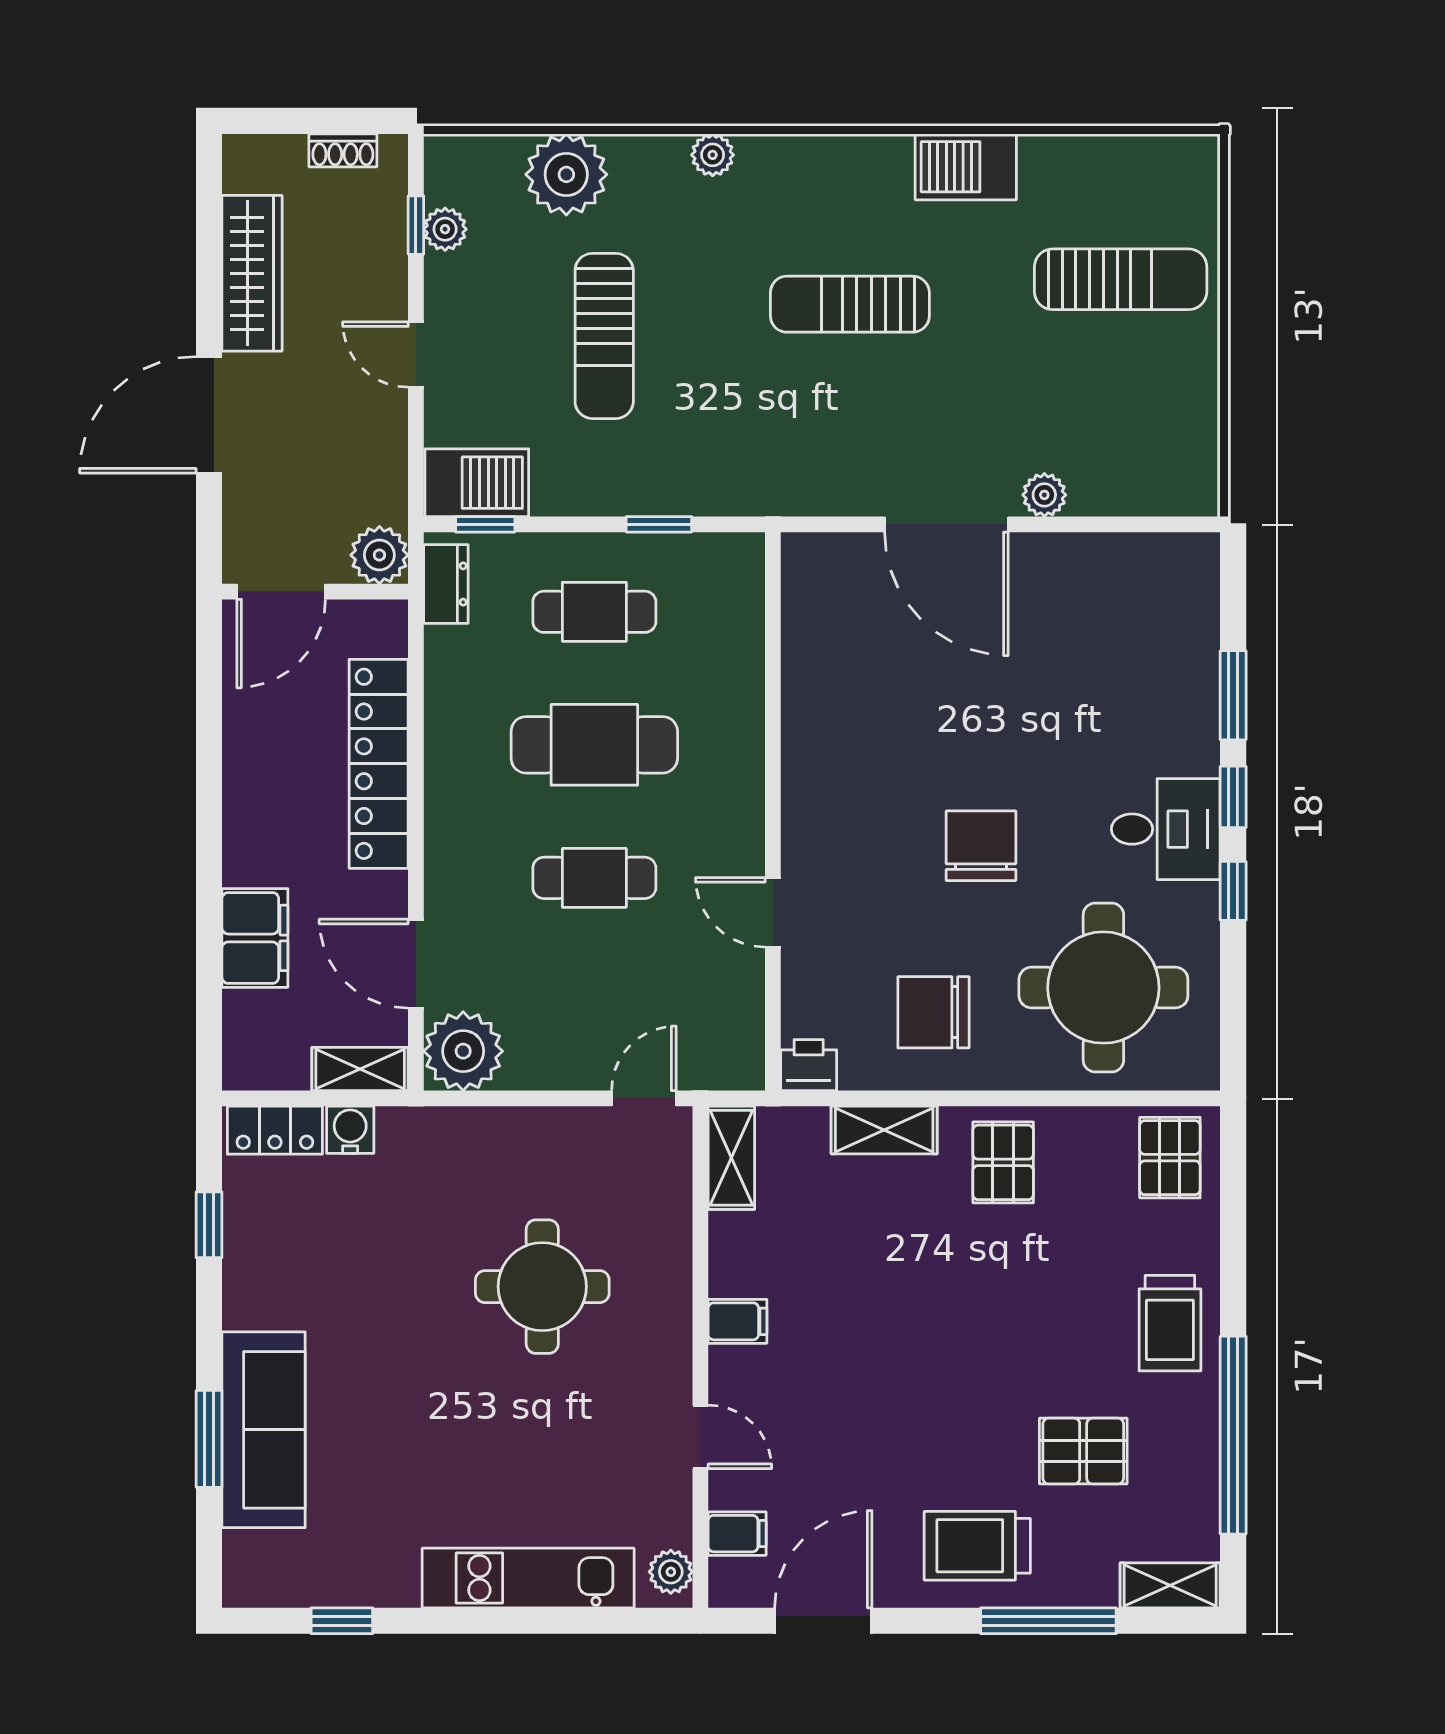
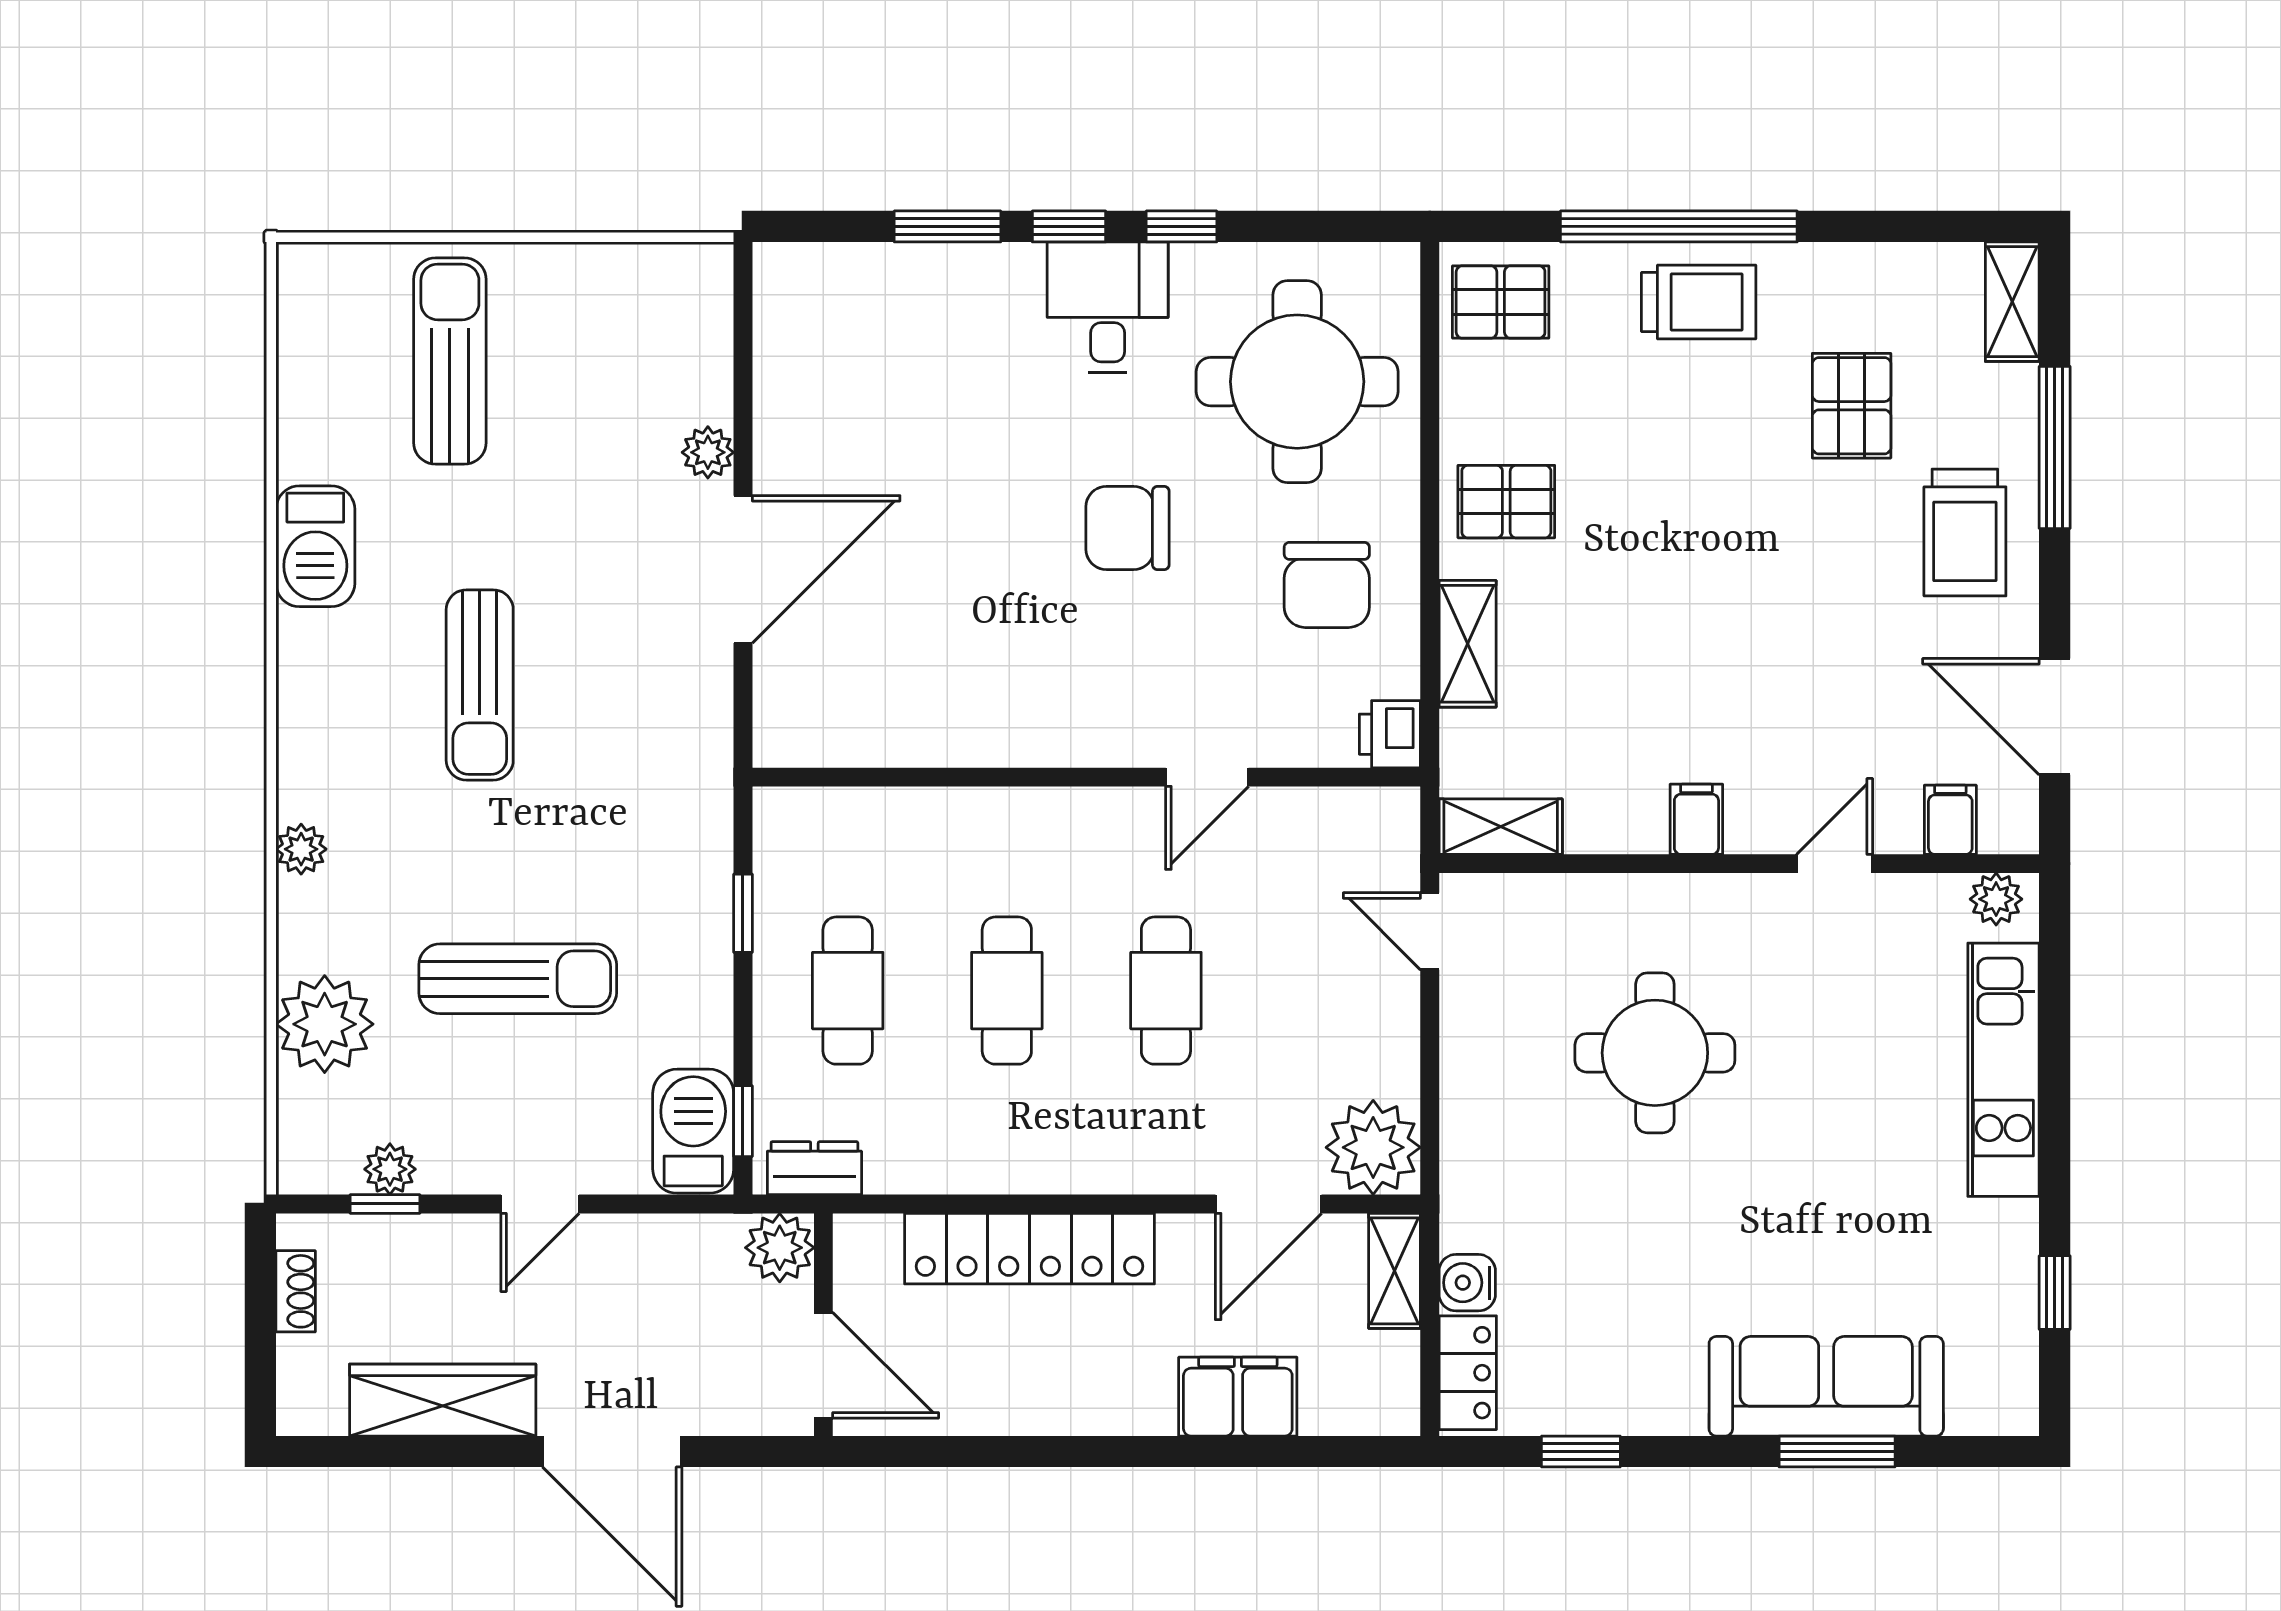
cafe table: (594, 745) -> (1007, 991), width x0.73, depth x0.74
window: (1233, 1435) -> (1679, 226), moved

